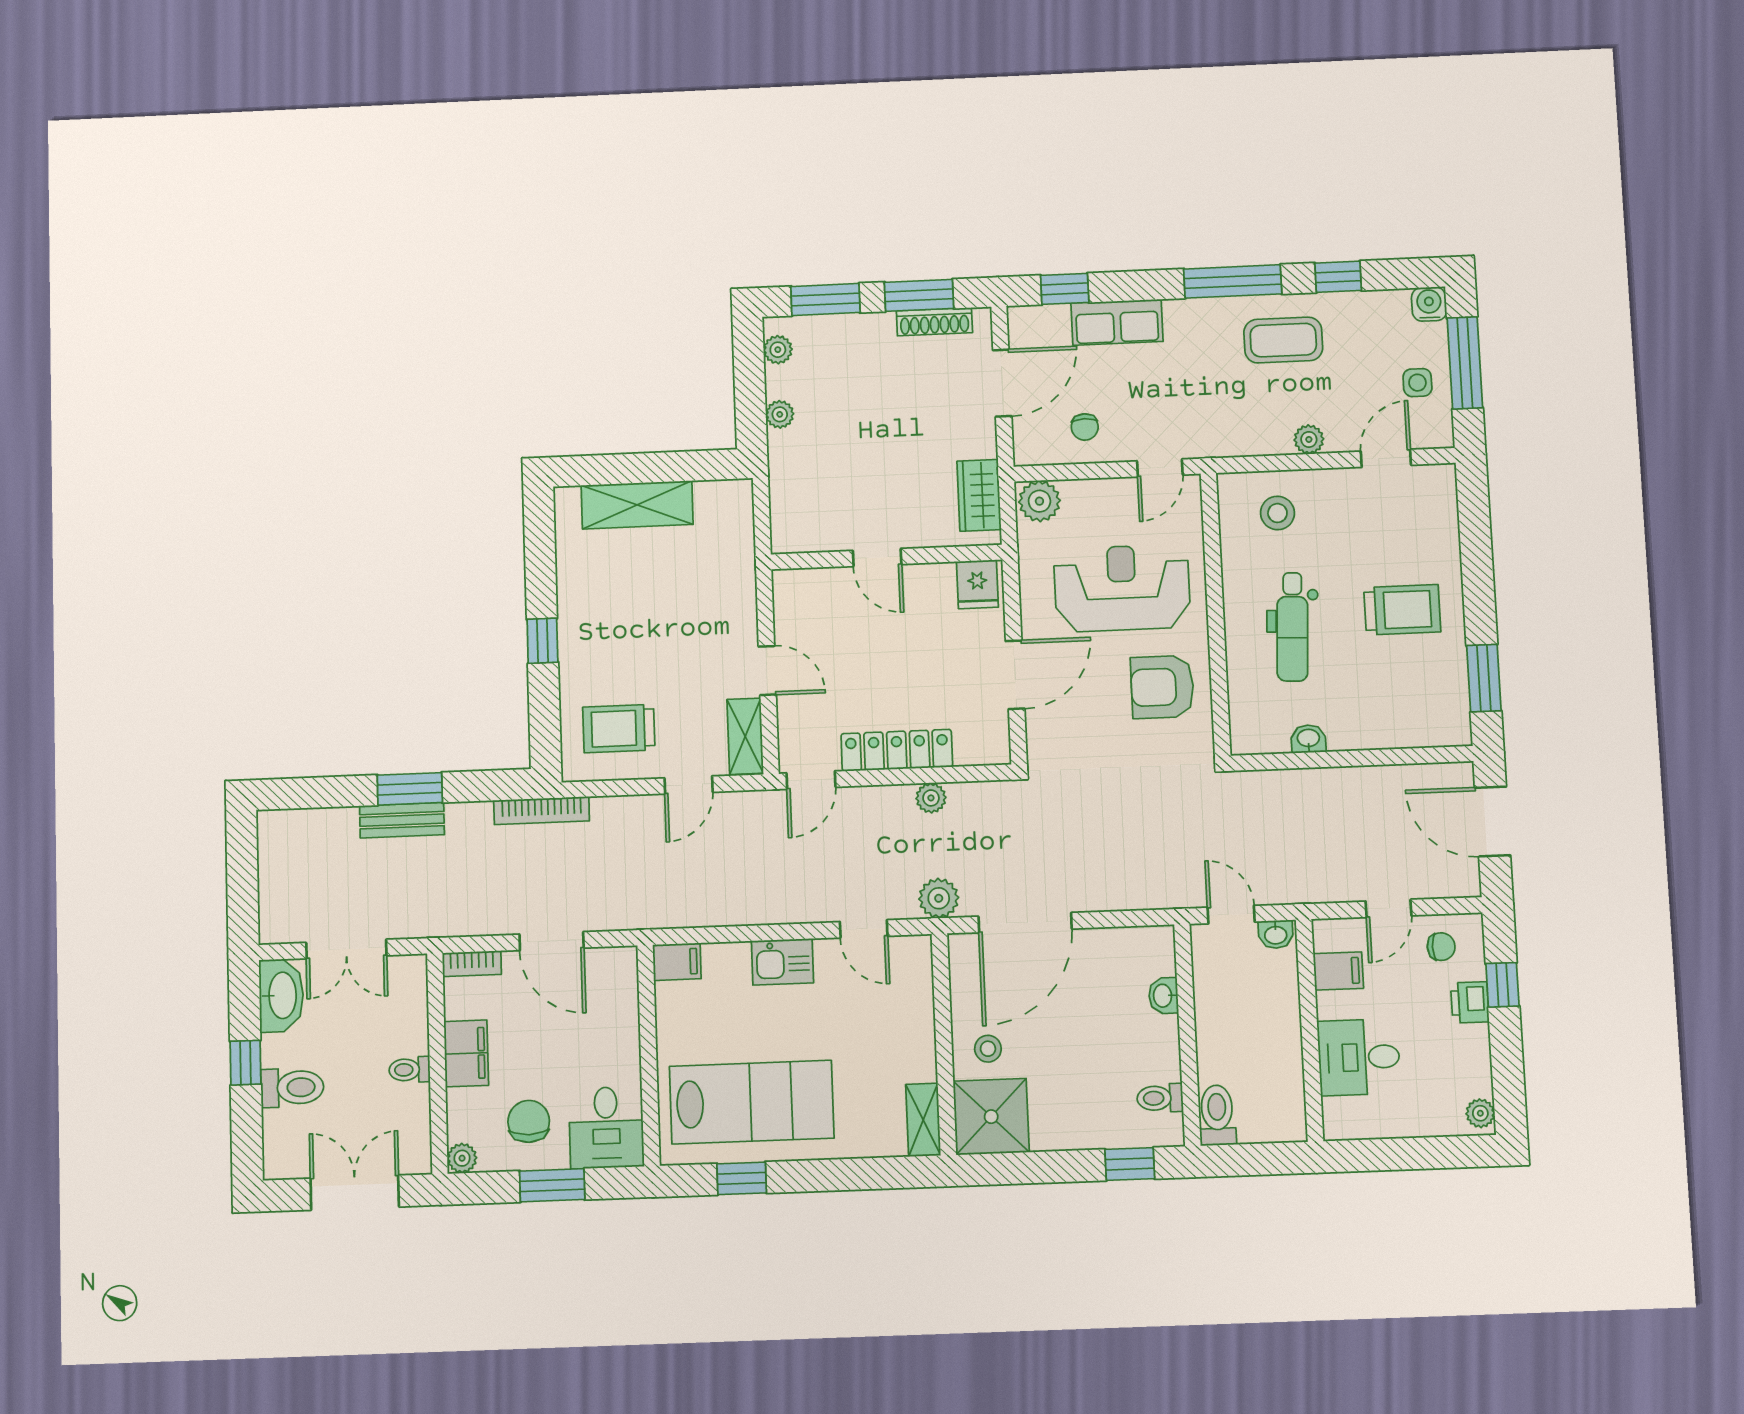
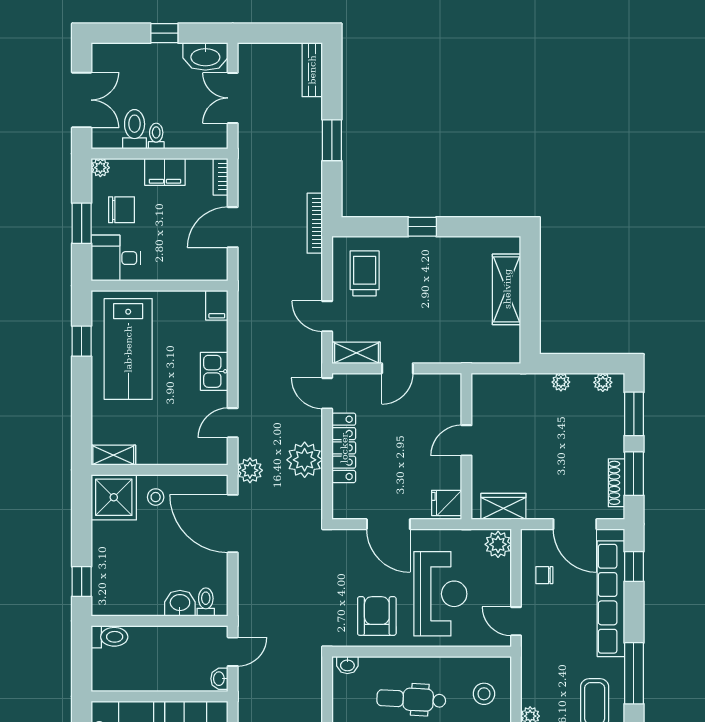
row of seats: (1117, 322) -> (611, 599), width x2.02
washbasin: (1308, 739) -> (347, 665), moved, turned 90
plant: (931, 798) -> (305, 460), width x1.87, depth x1.87
bench: (402, 820) -> (312, 70), moved
washbasin: (1163, 996) -> (180, 603), width x1.38, depth x1.45
toilet: (292, 1088) -> (135, 129), moved, turned 180
toilet: (1160, 1098) -> (206, 602), moved

